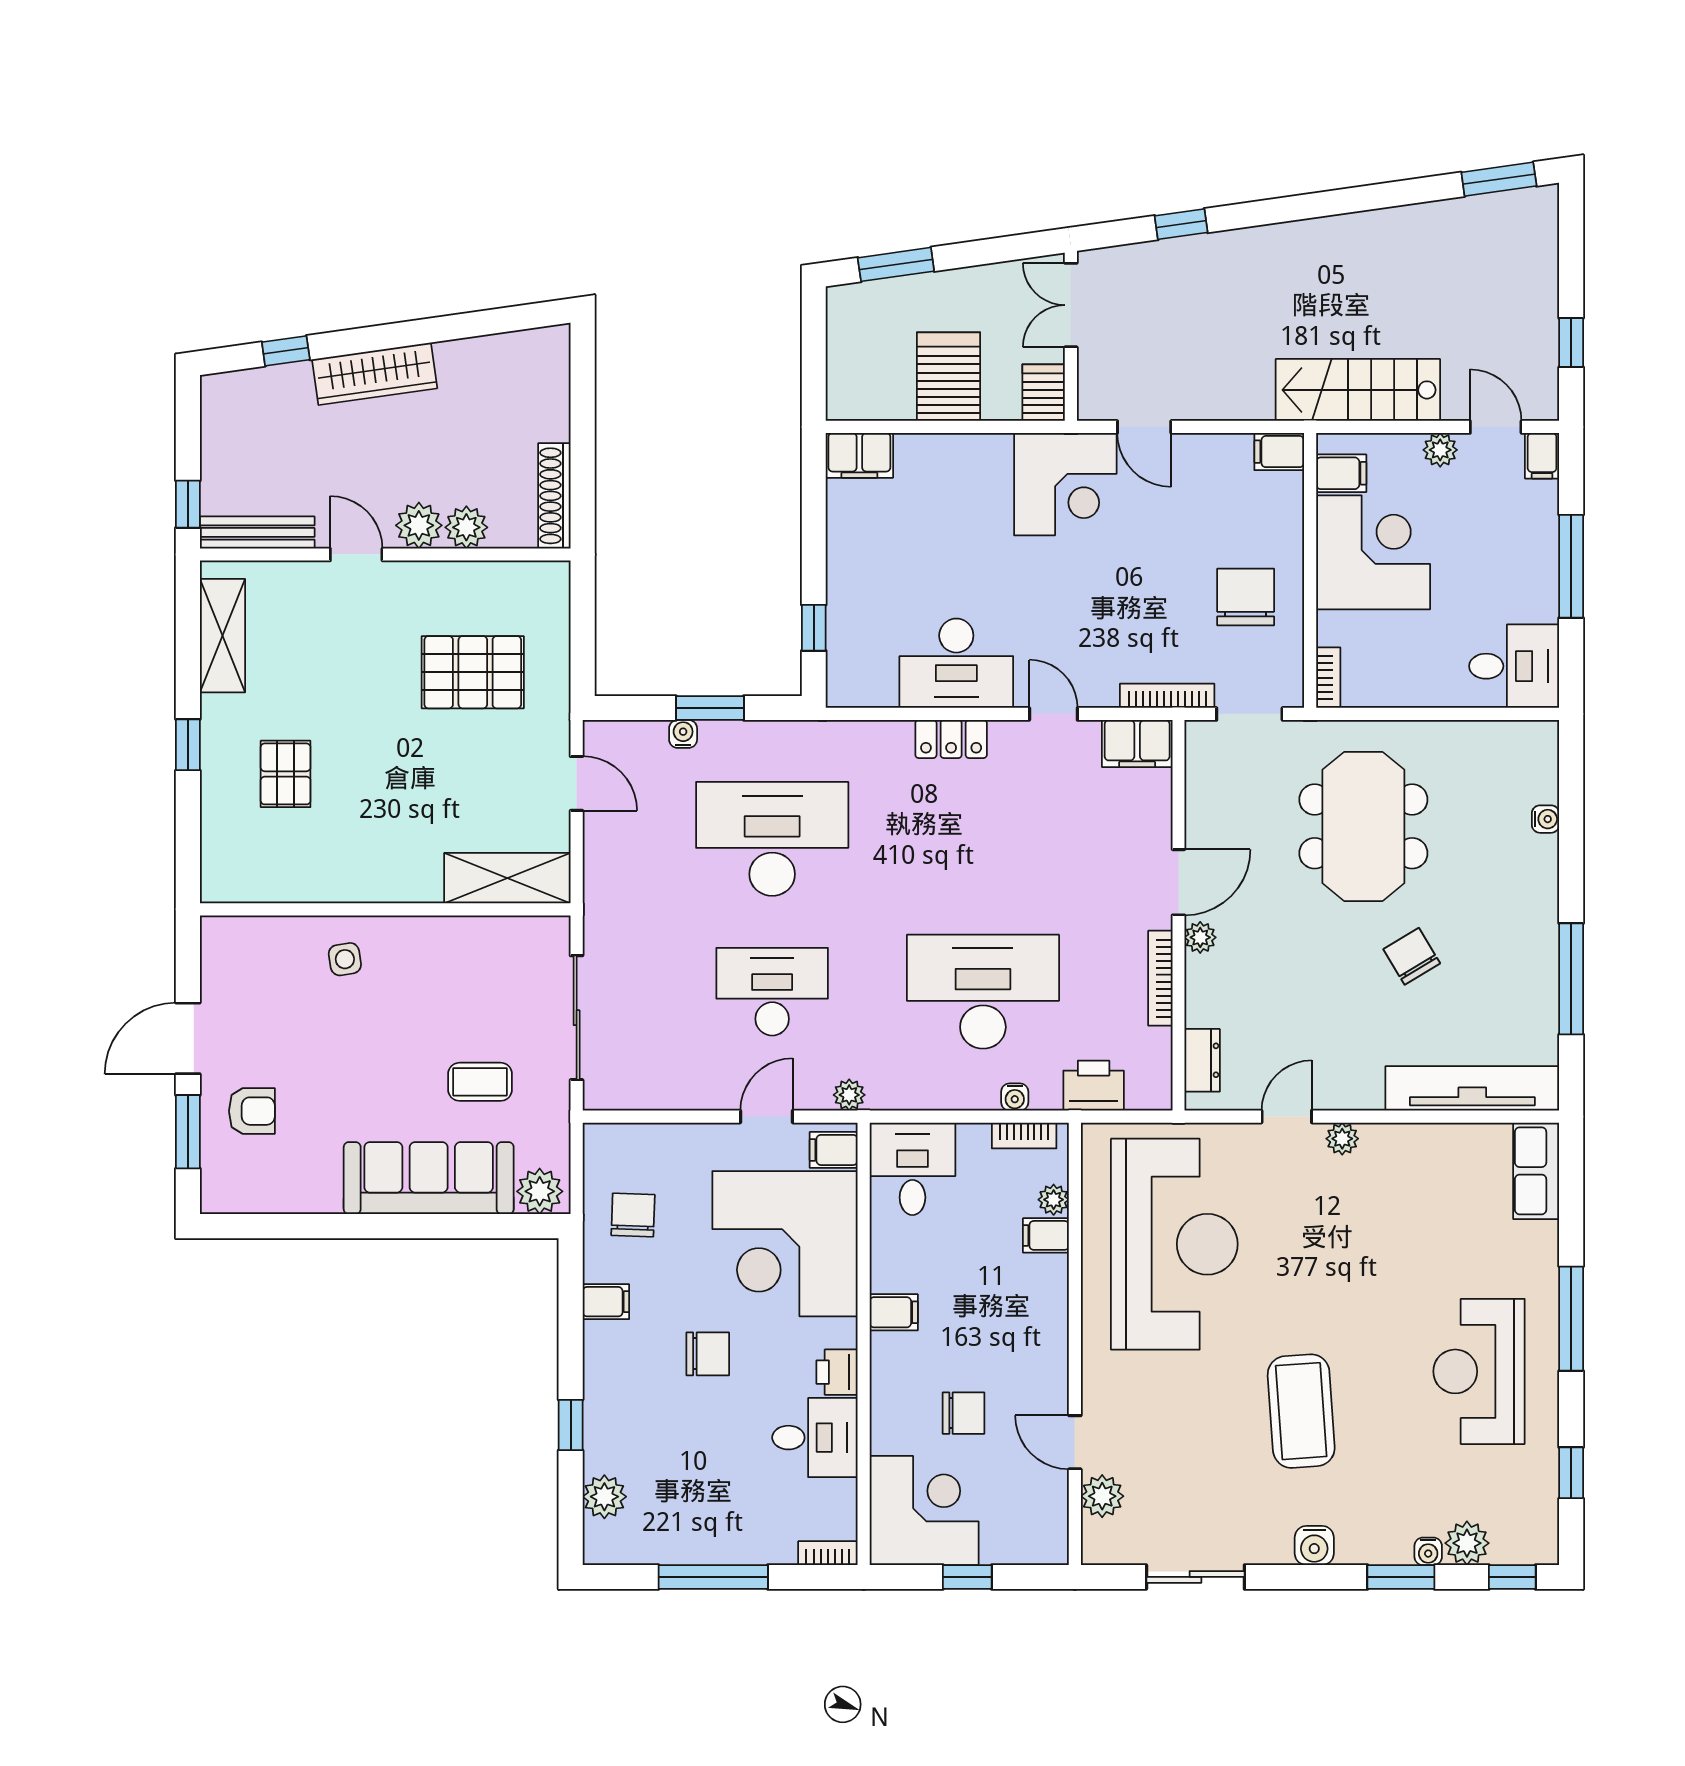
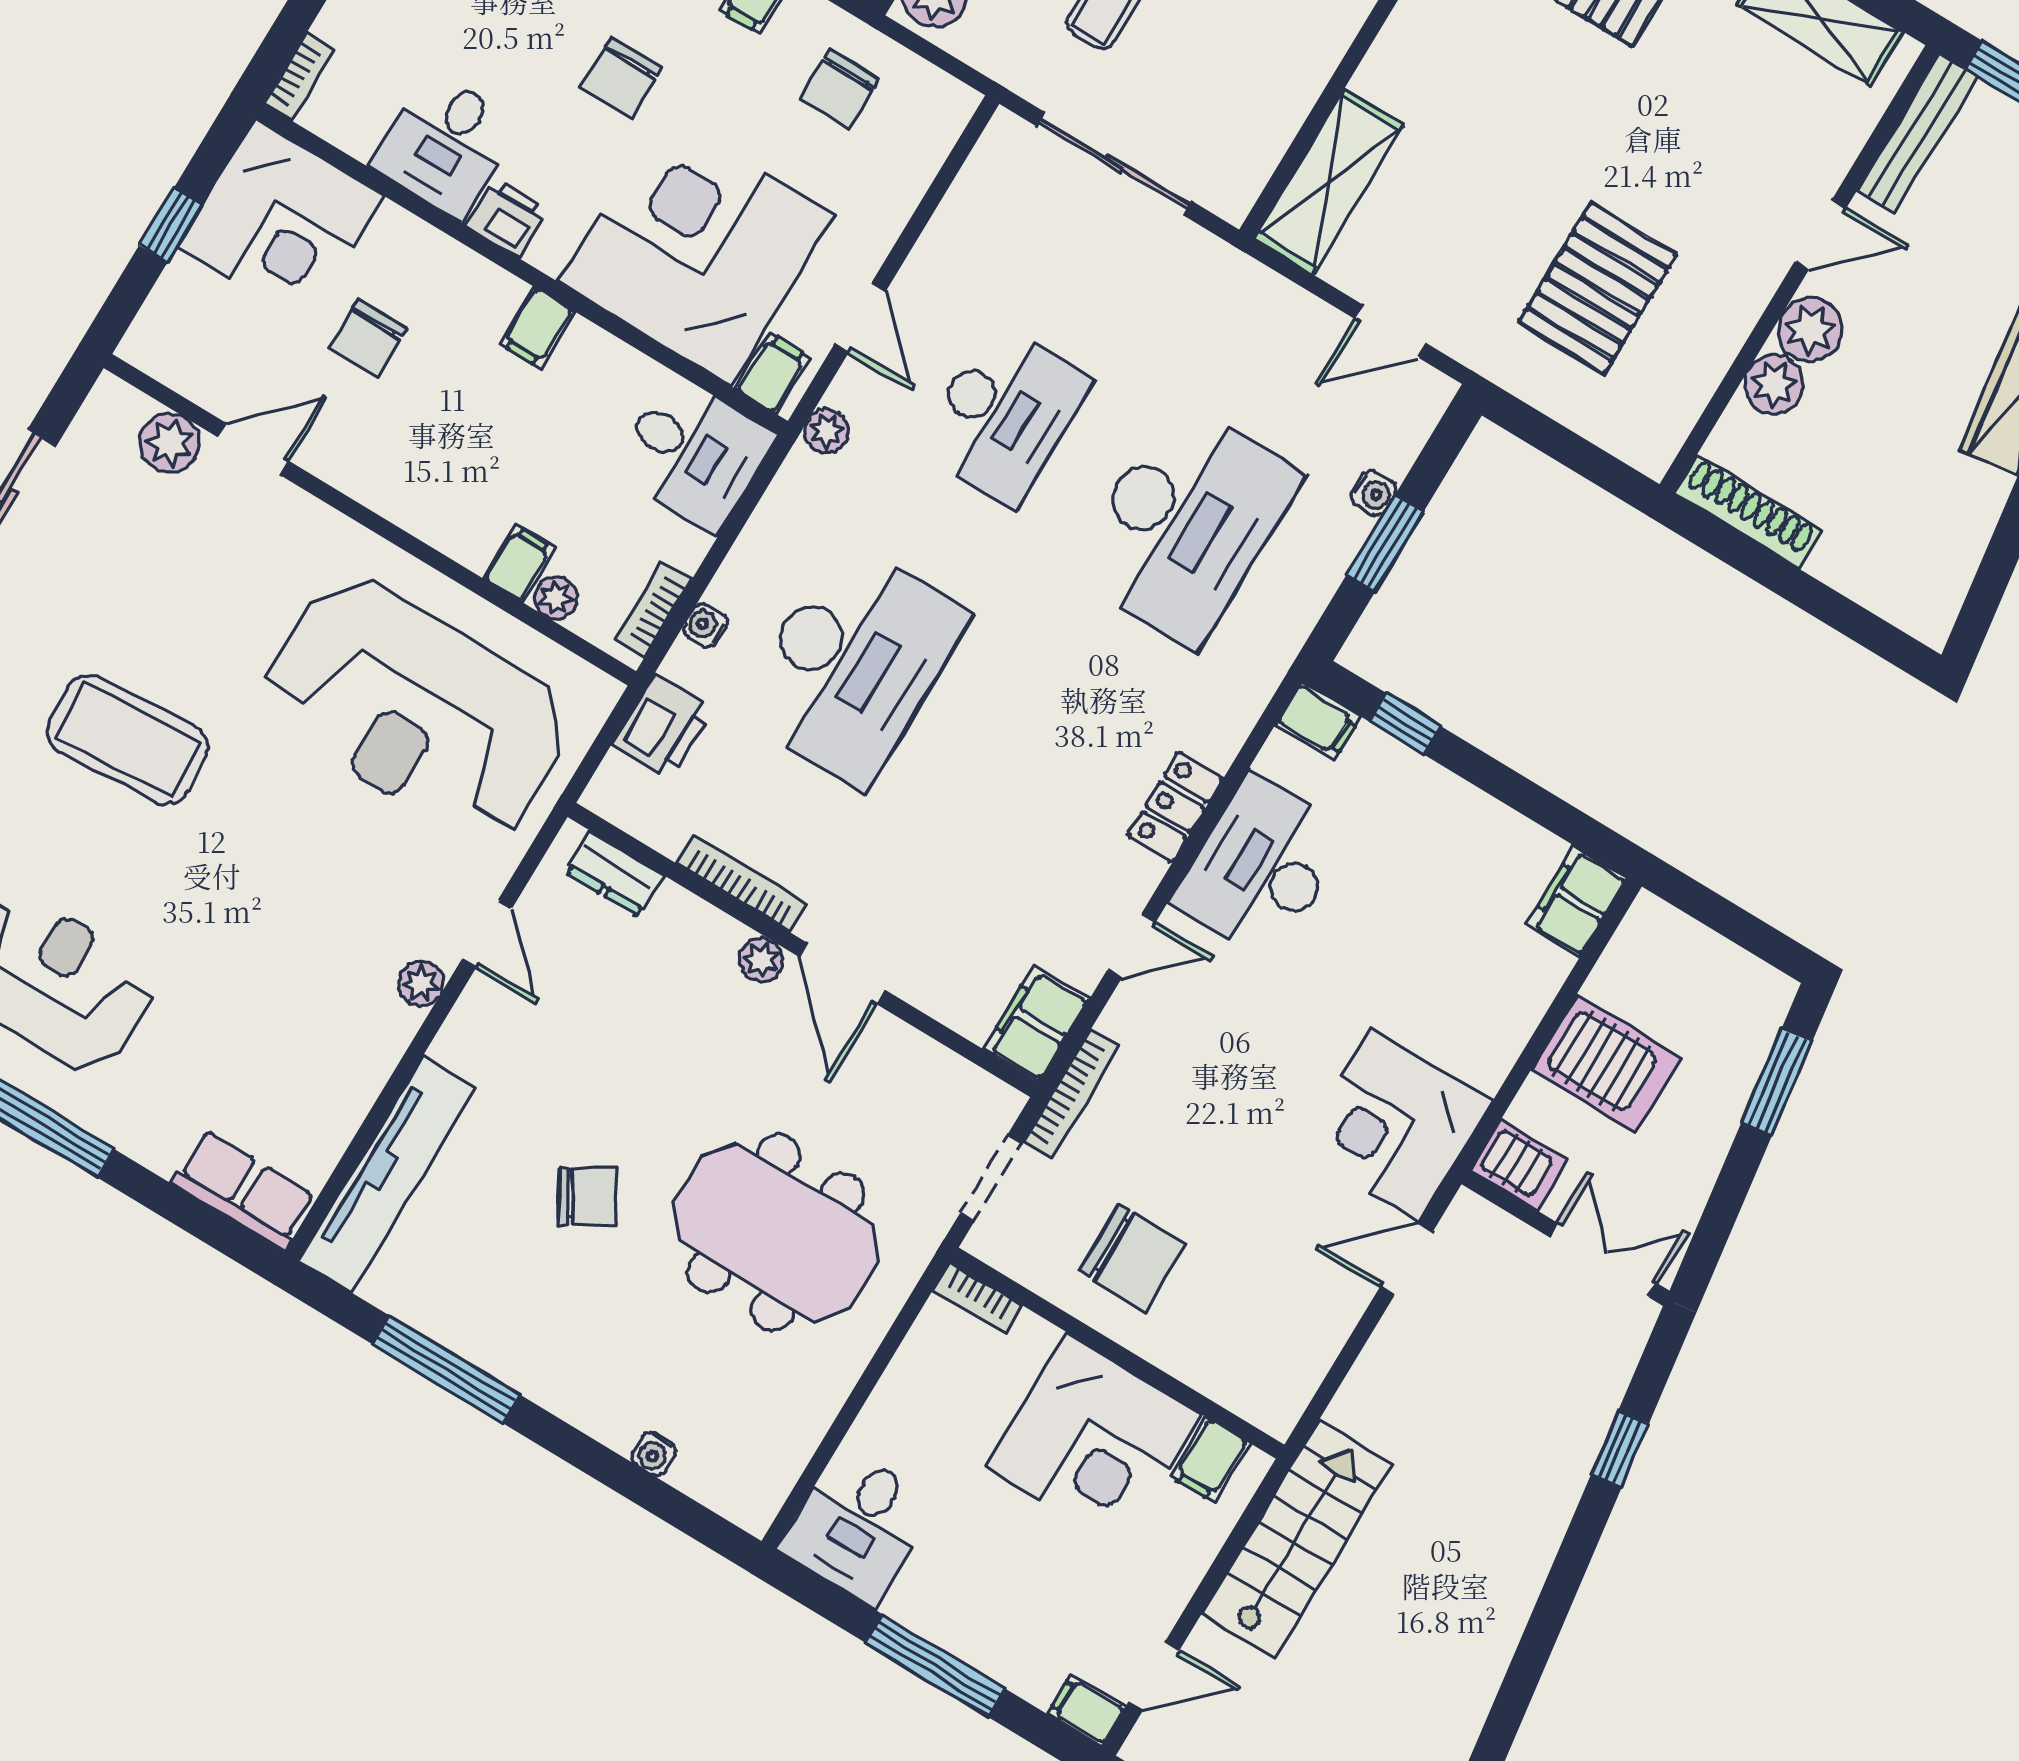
plant: (1440, 450) -> (1167, 1594), removed
filing cabinet: (1279, 452) -> (1318, 721), moved, turned 90
chair: (633, 1215) -> (839, 89), turned 88

